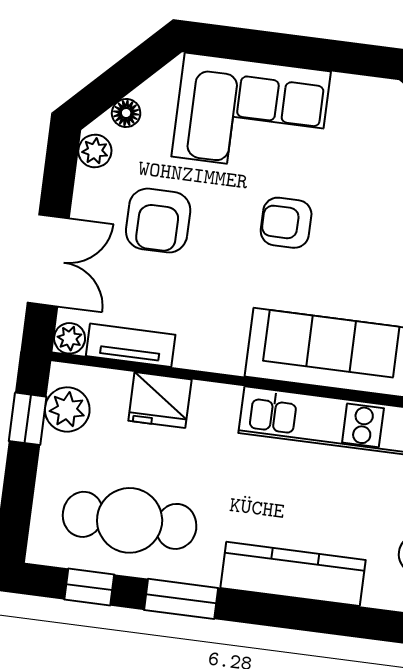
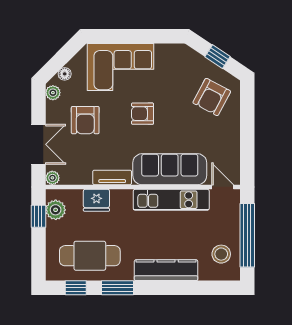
tv unit: (131, 345) -> (112, 177), moved

